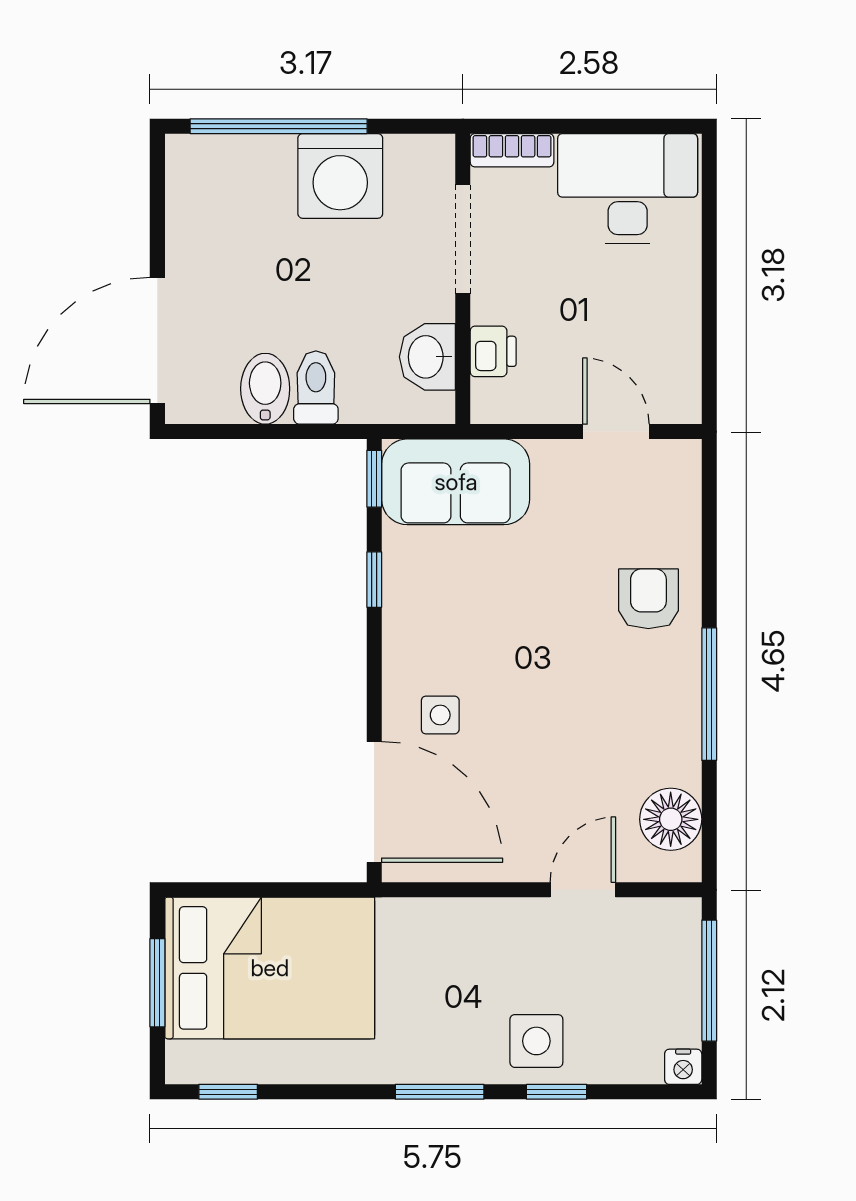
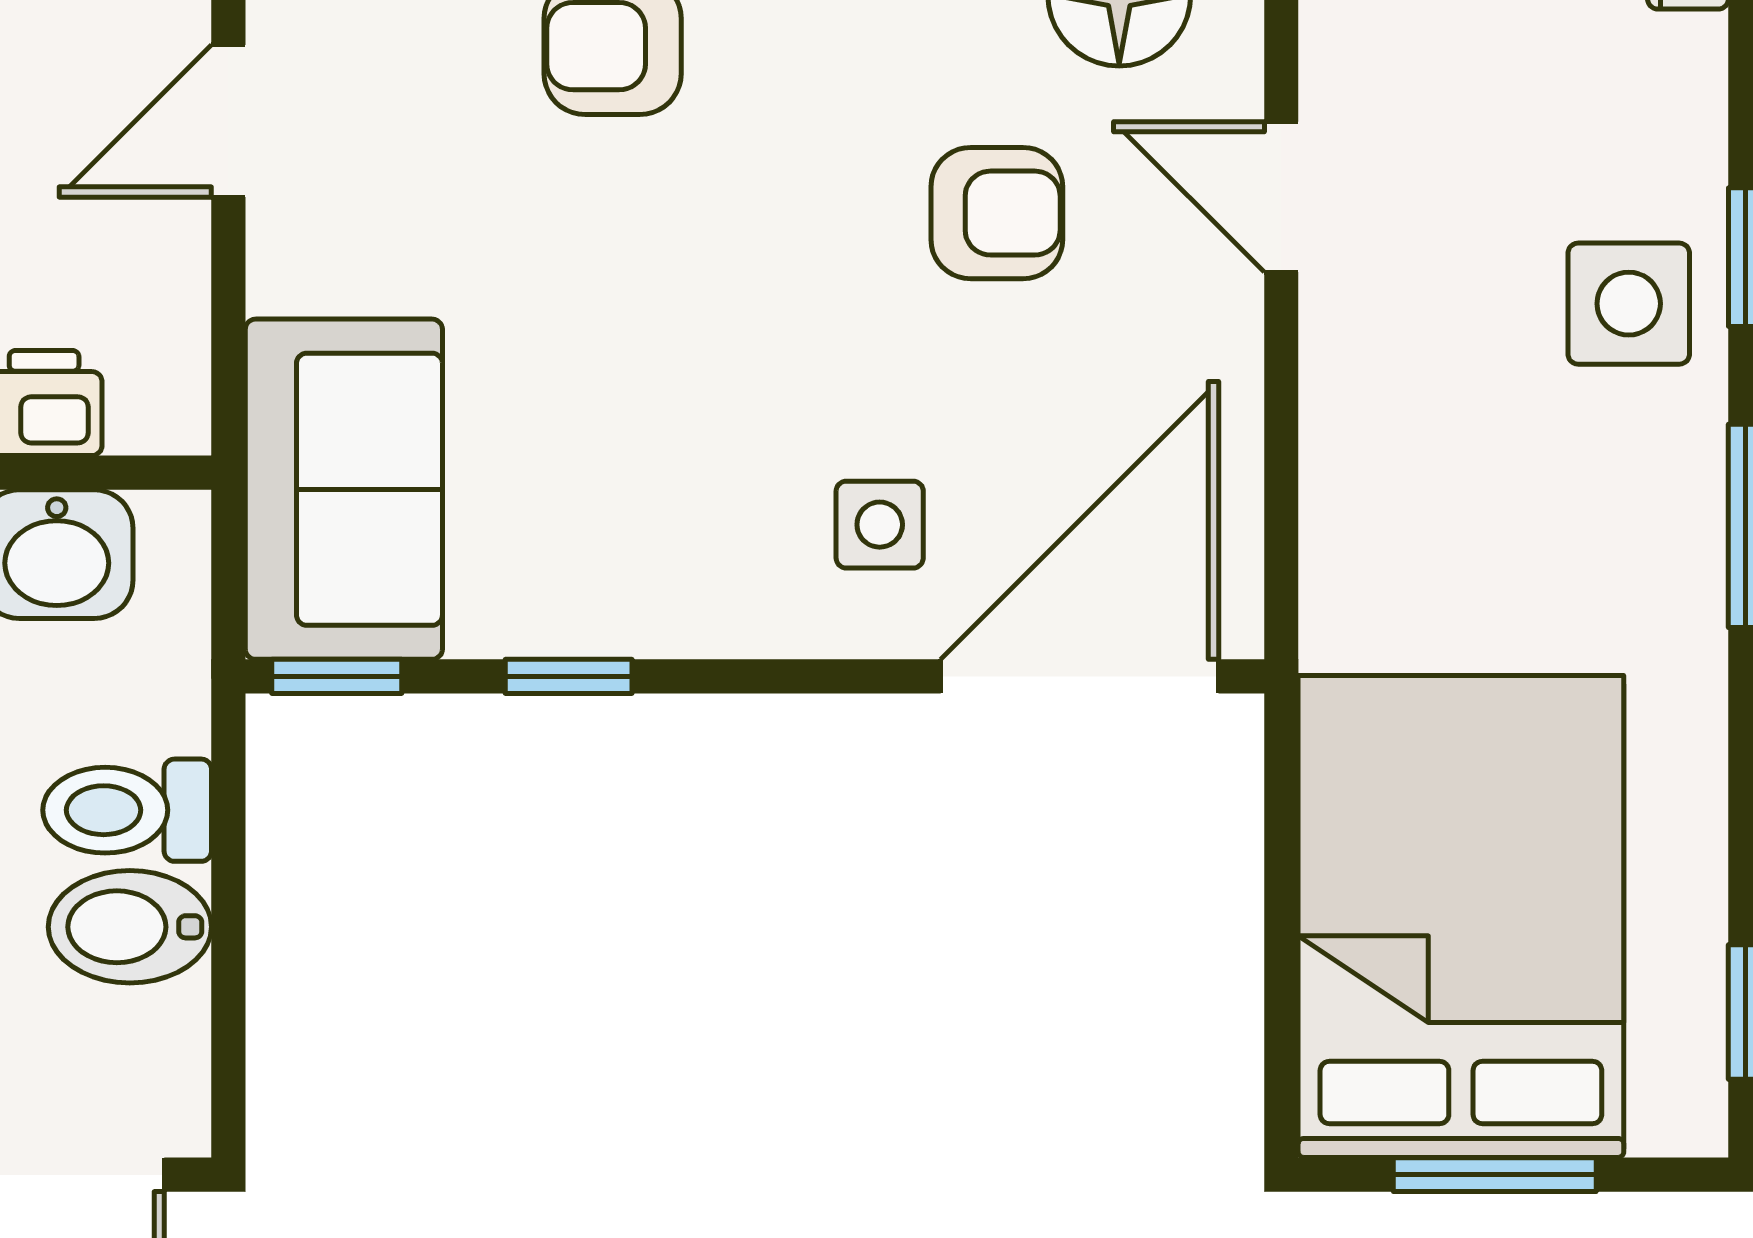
armchair: (576, 766) -> (997, 213), added

